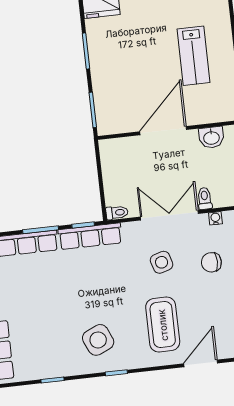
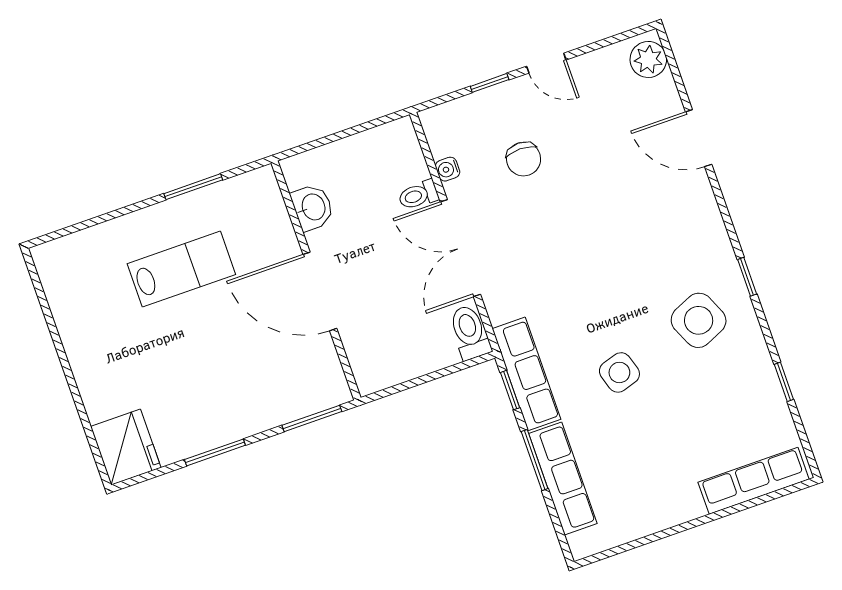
toilet: (117, 213) -> (470, 332), width x1.37, depth x1.39
side table: (162, 262) -> (619, 372), moved
coffee table: (163, 325) -> (647, 217), removed

